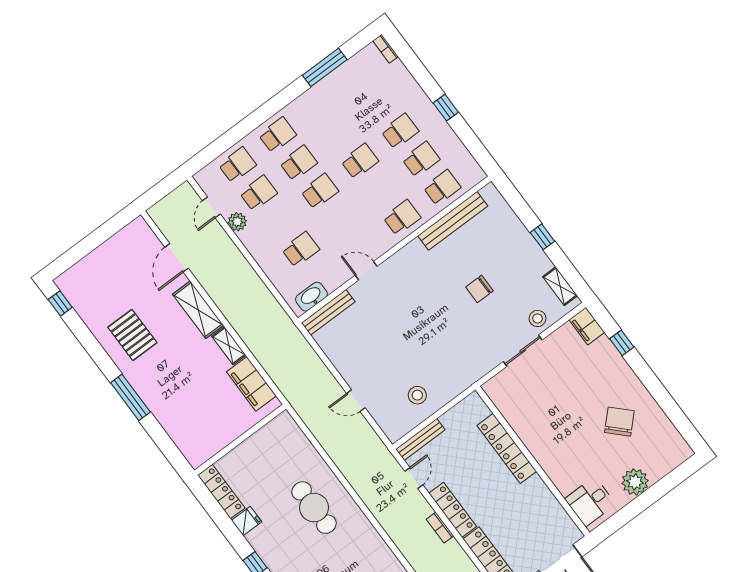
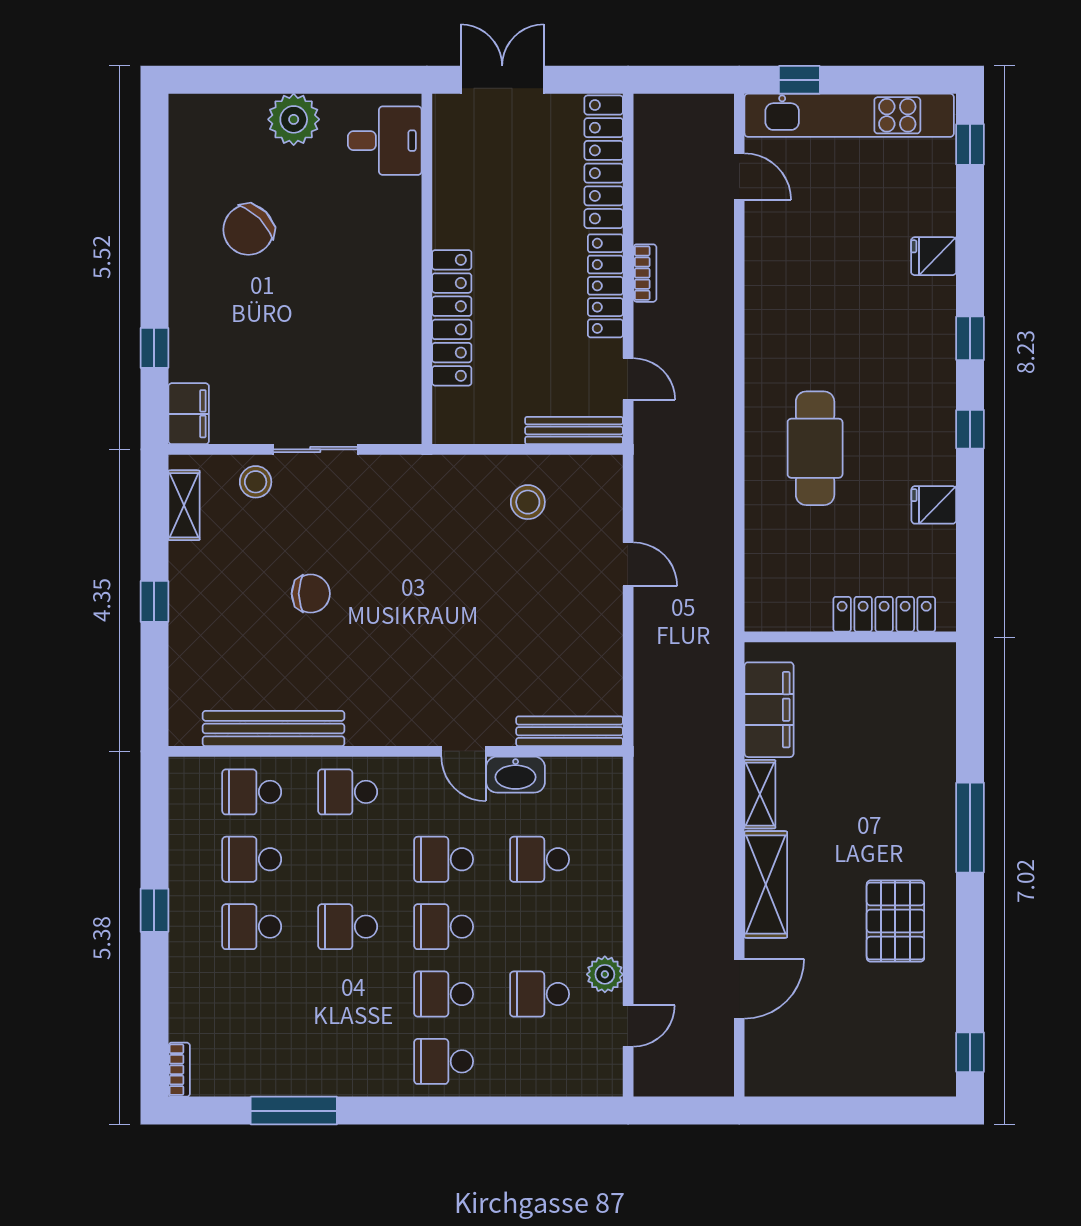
school desk: (237, 165) -> (444, 859), moved
washbasin: (311, 297) -> (516, 775), moved
door: (414, 478) -> (628, 379), swing flipped
locker: (221, 492) -> (884, 614), moved, turned 90

